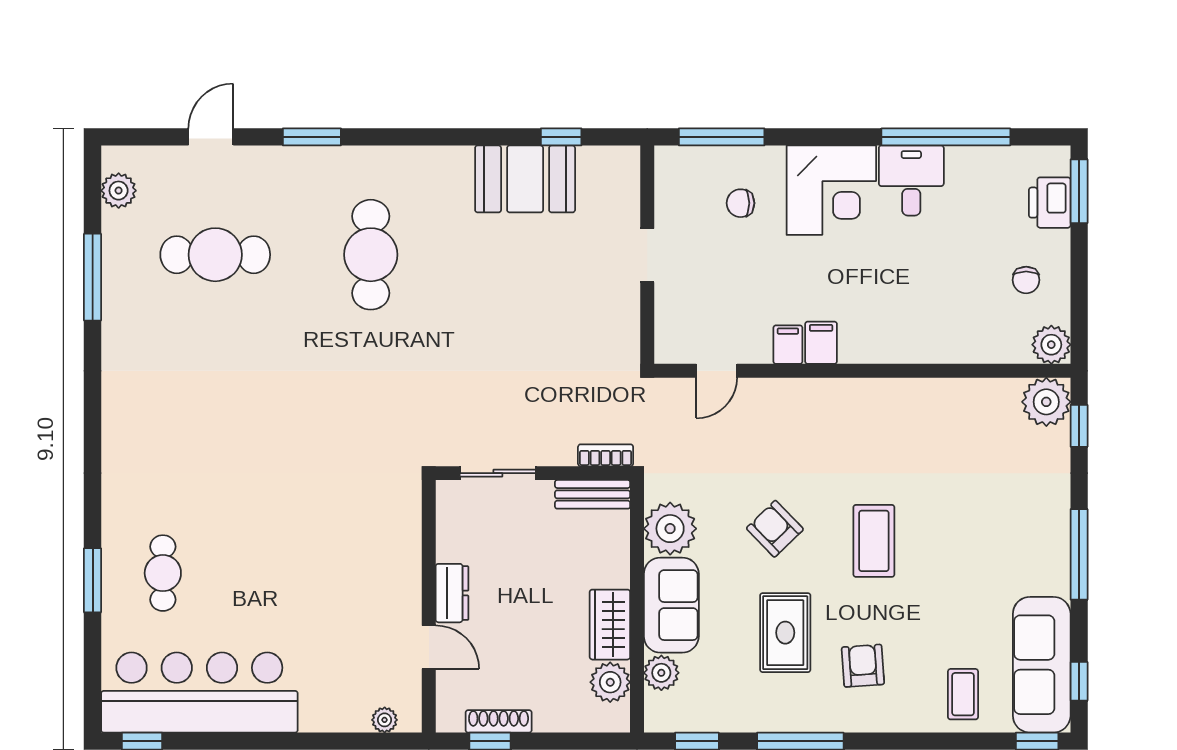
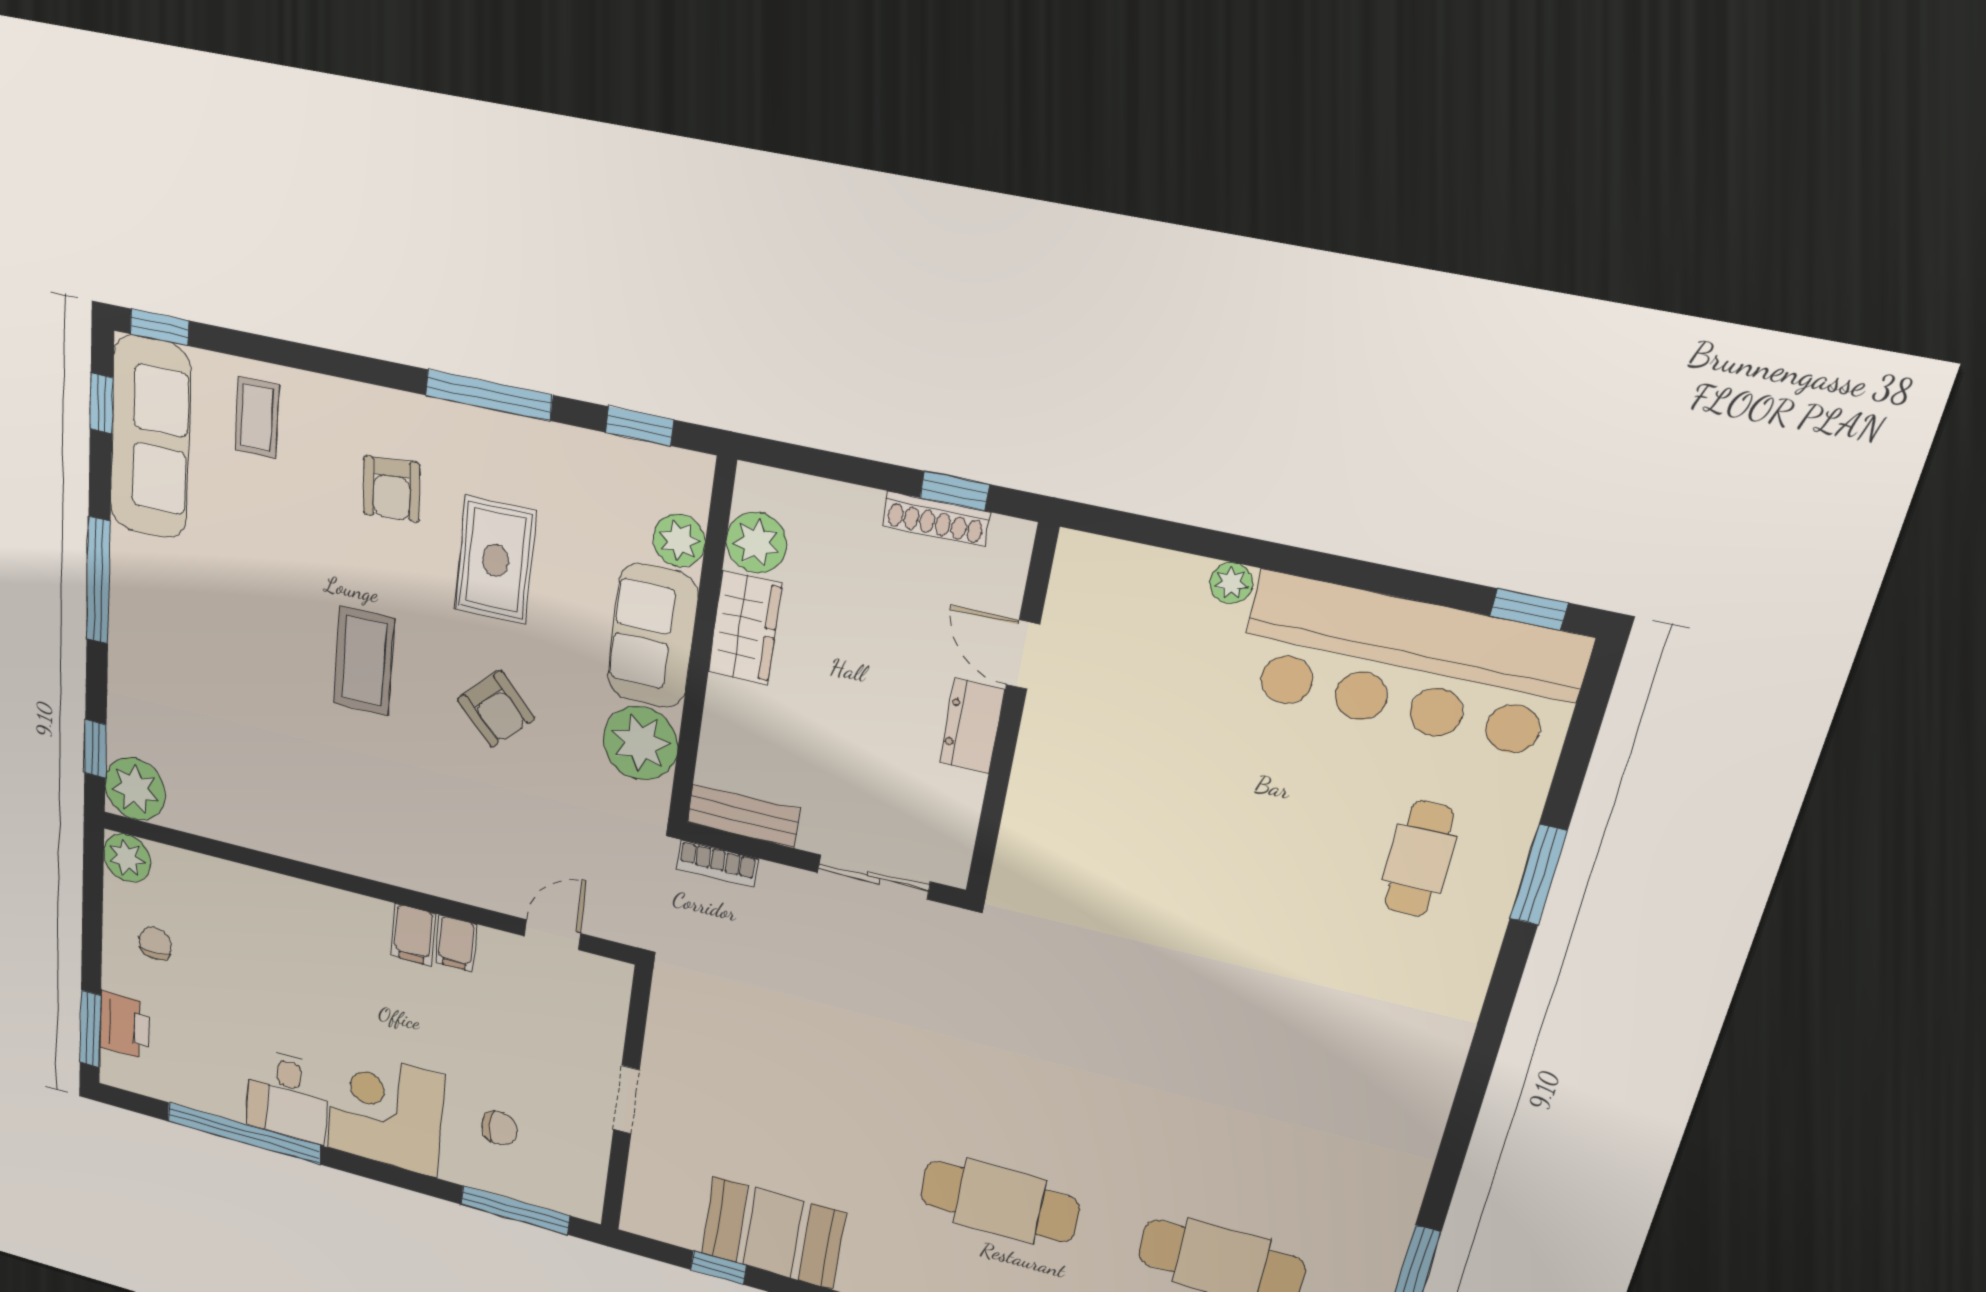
cafe table: (371, 255) -> (1000, 1201), turned 90
plant: (385, 720) -> (1231, 583), moved

